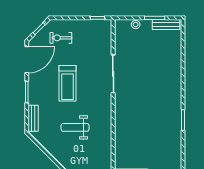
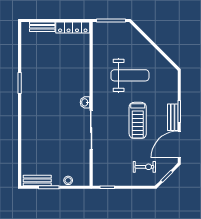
treadmill: (67, 83) -> (138, 120), turned 180
washbasin: (119, 101) -> (85, 102), added
bench: (33, 118) -> (173, 117), moved
weight bench: (75, 127) -> (130, 75), width x1.36, depth x1.33

